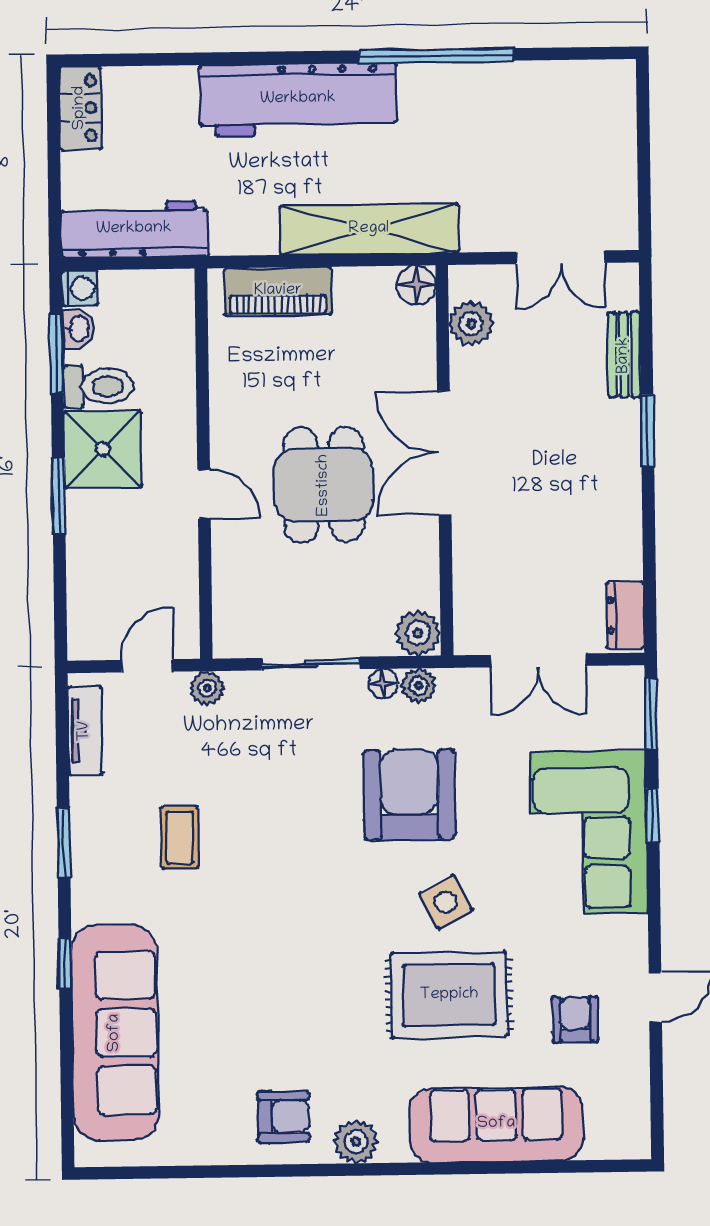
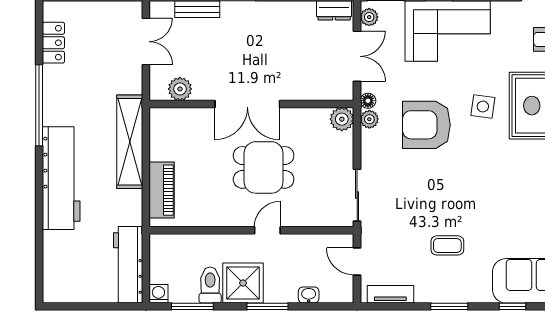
locker: (80, 108) -> (53, 43), moved, turned 90
floor lamp: (416, 285) -> (159, 118), removed
washbasin: (78, 329) -> (309, 295), moved
sliding door: (311, 664) -> (357, 195), moved
floor lamp: (383, 683) -> (368, 101), moved
plant: (207, 688) -> (369, 17), moved
side table: (446, 902) -> (483, 107), turned 36

